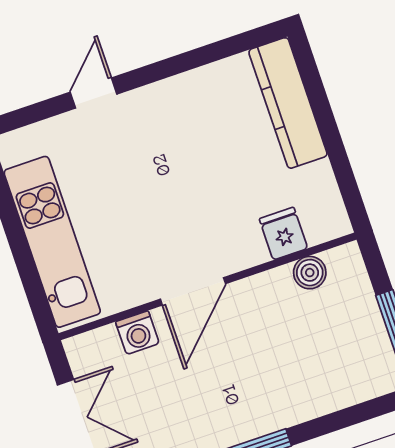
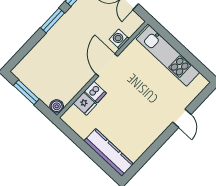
dishwasher: (248, 246) -> (95, 92), added
boiler: (310, 273) -> (57, 106), moved

